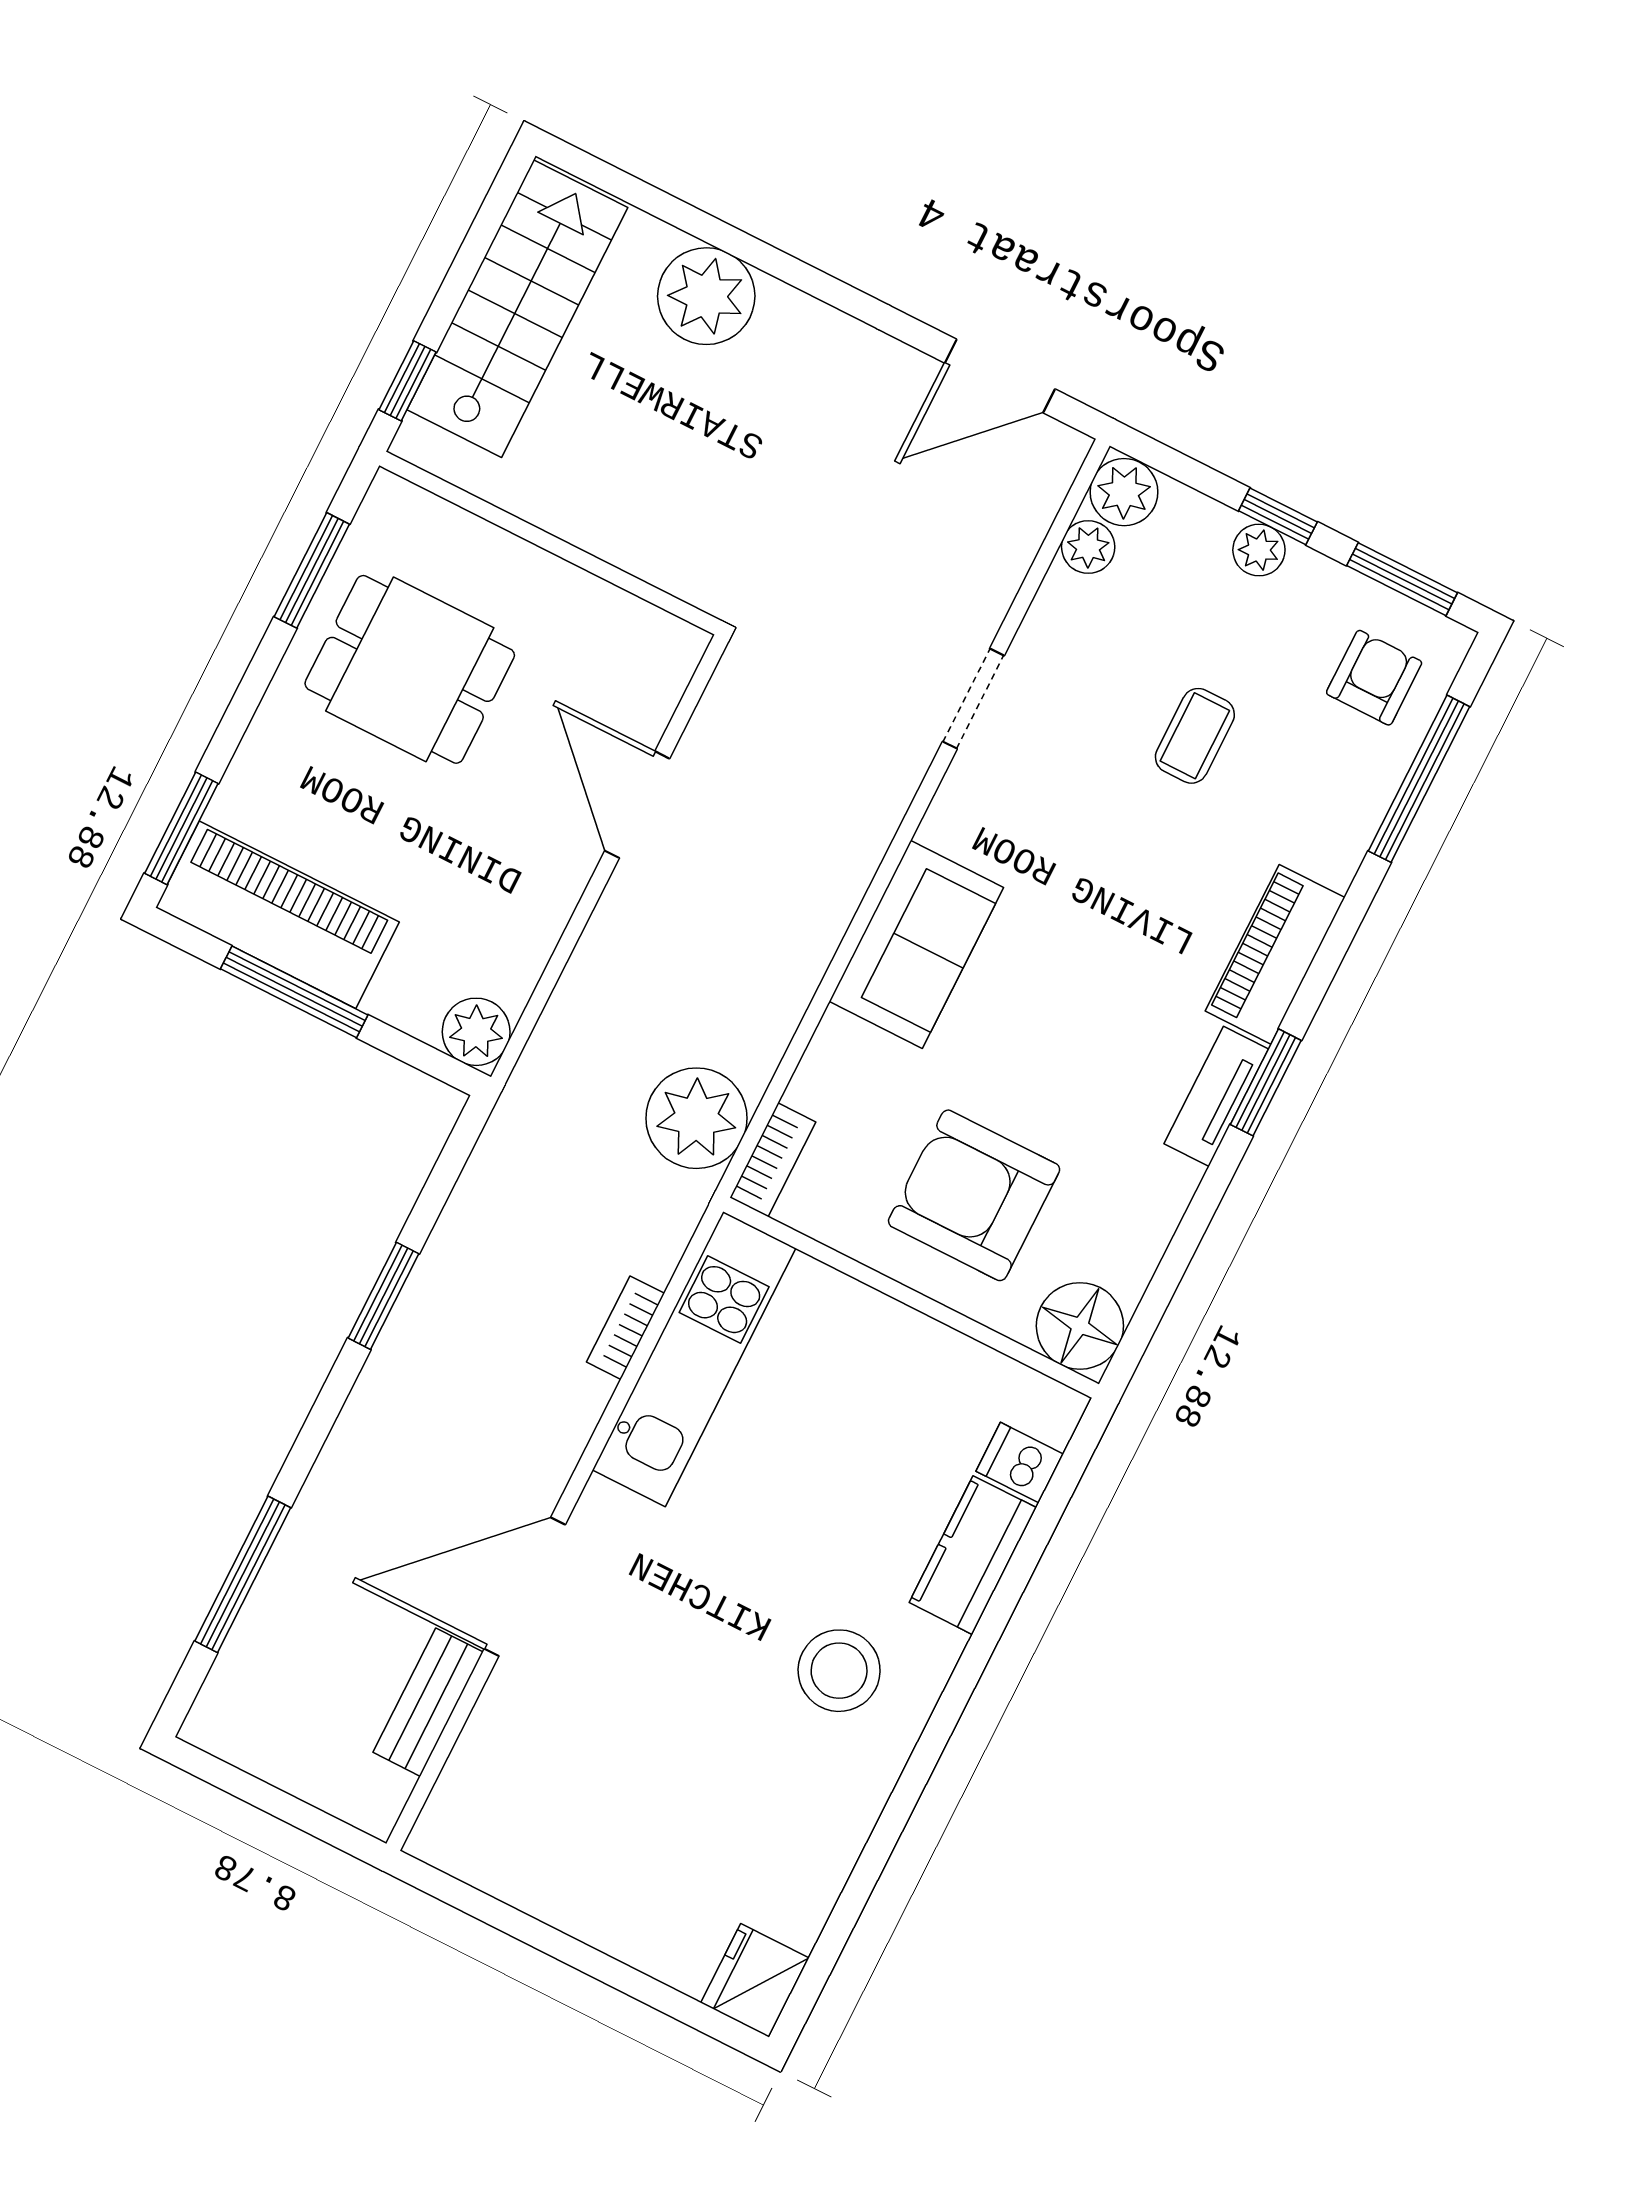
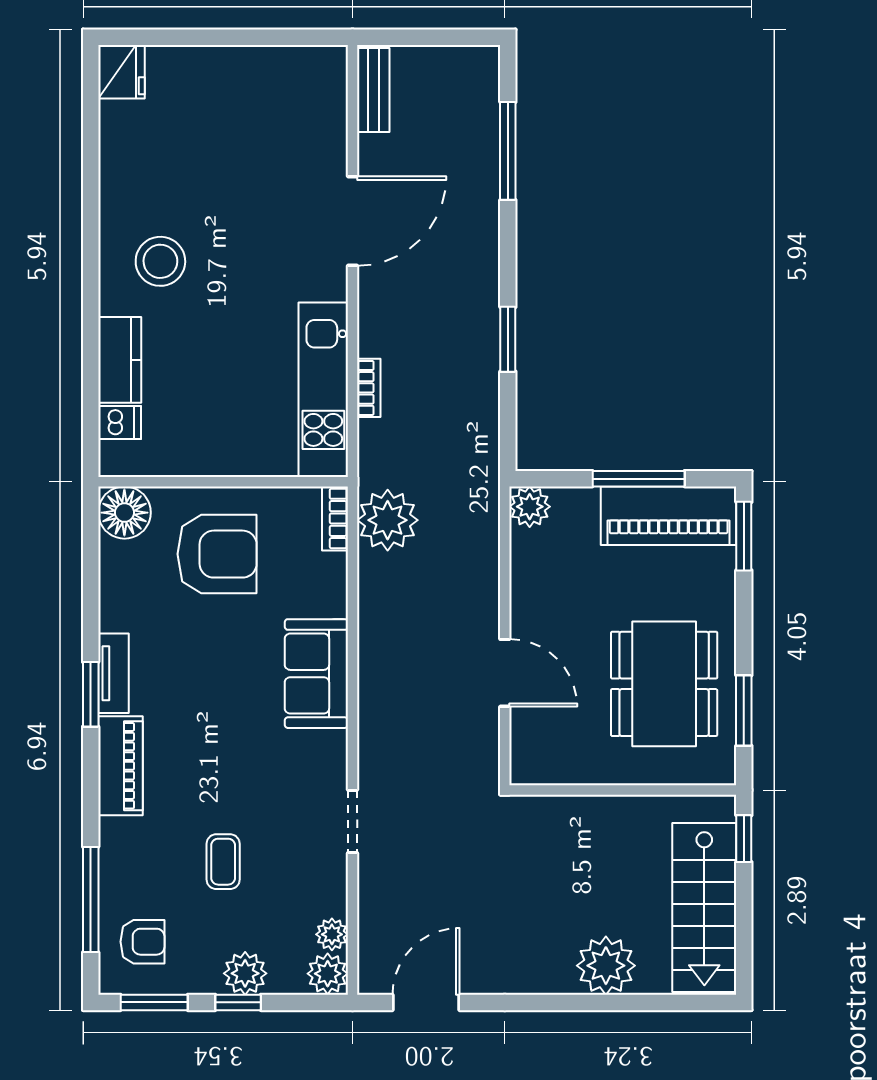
plant: (1259, 550) -> (245, 973), width x1.38, depth x1.38
dining table: (410, 669) -> (664, 684), width x1.38
armchair: (1374, 678) -> (142, 942), turned -90
bench: (428, 1702) -> (373, 90), moved

